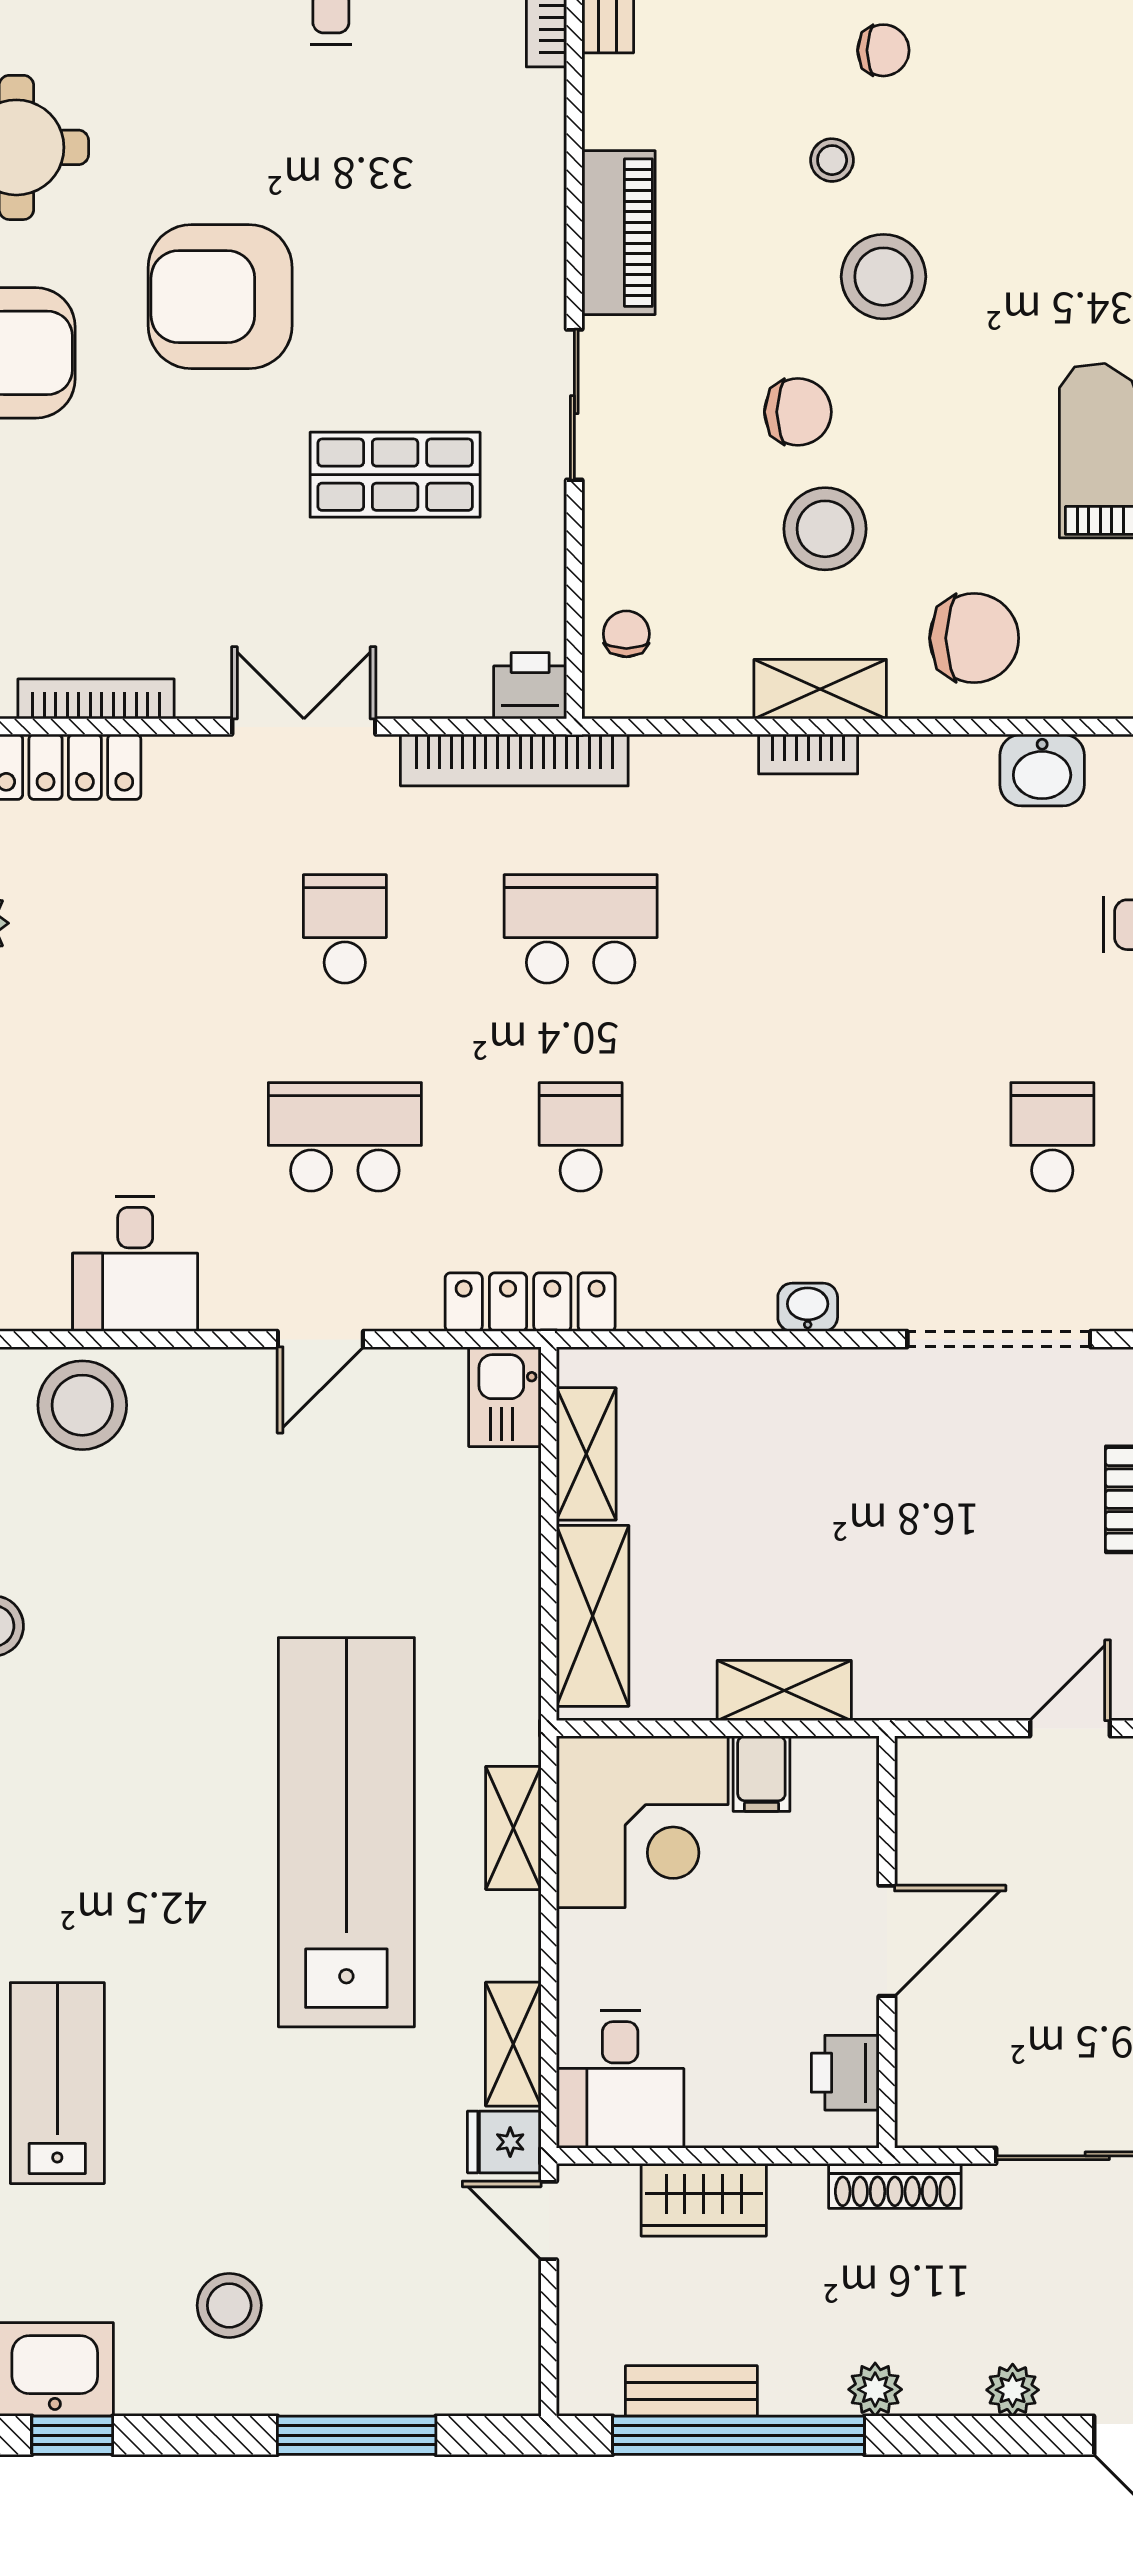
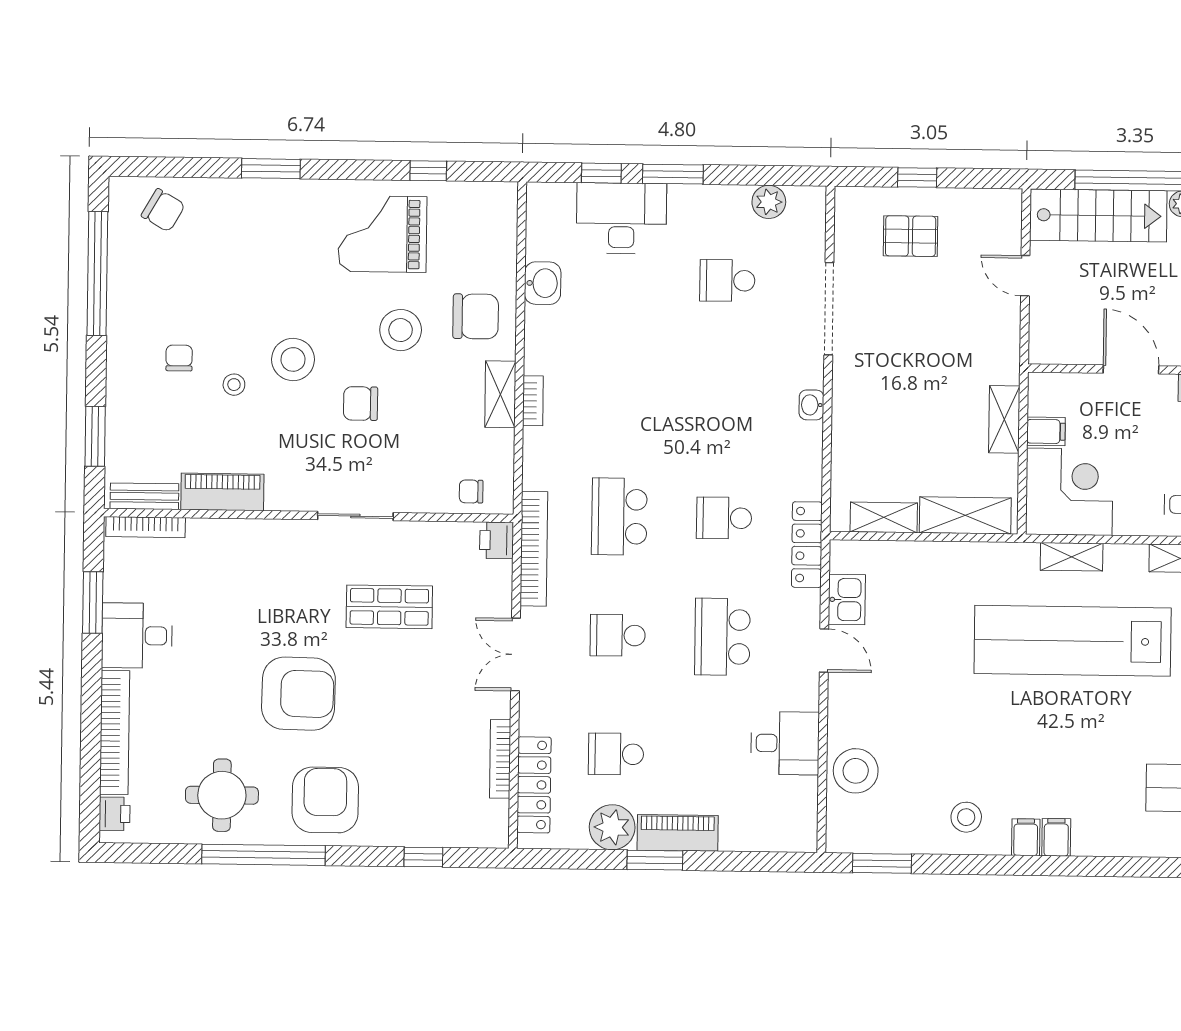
piano: (619, 233) -> (222, 492), moved
armchair: (220, 297) -> (298, 694), turned -89
chair: (798, 412) -> (361, 404), turned -90
shop shelf: (395, 475) -> (389, 607), turned 90
stool: (825, 529) -> (401, 330), moved
chair: (974, 638) -> (476, 316), turned 90
school desk: (109, 929) -> (616, 754), added
kitchen sink: (505, 1397) -> (847, 600), moved, turned -90

